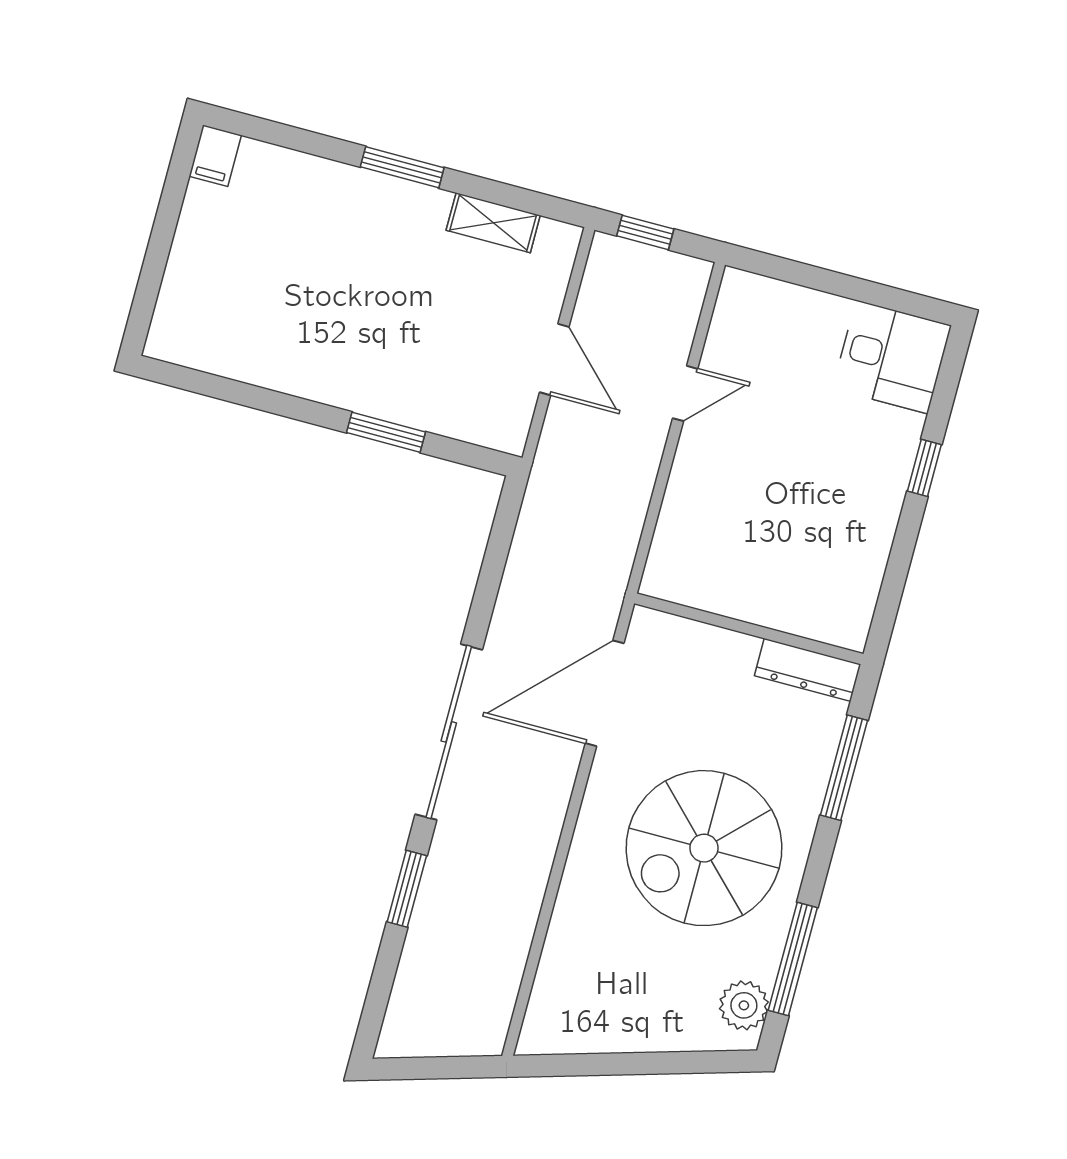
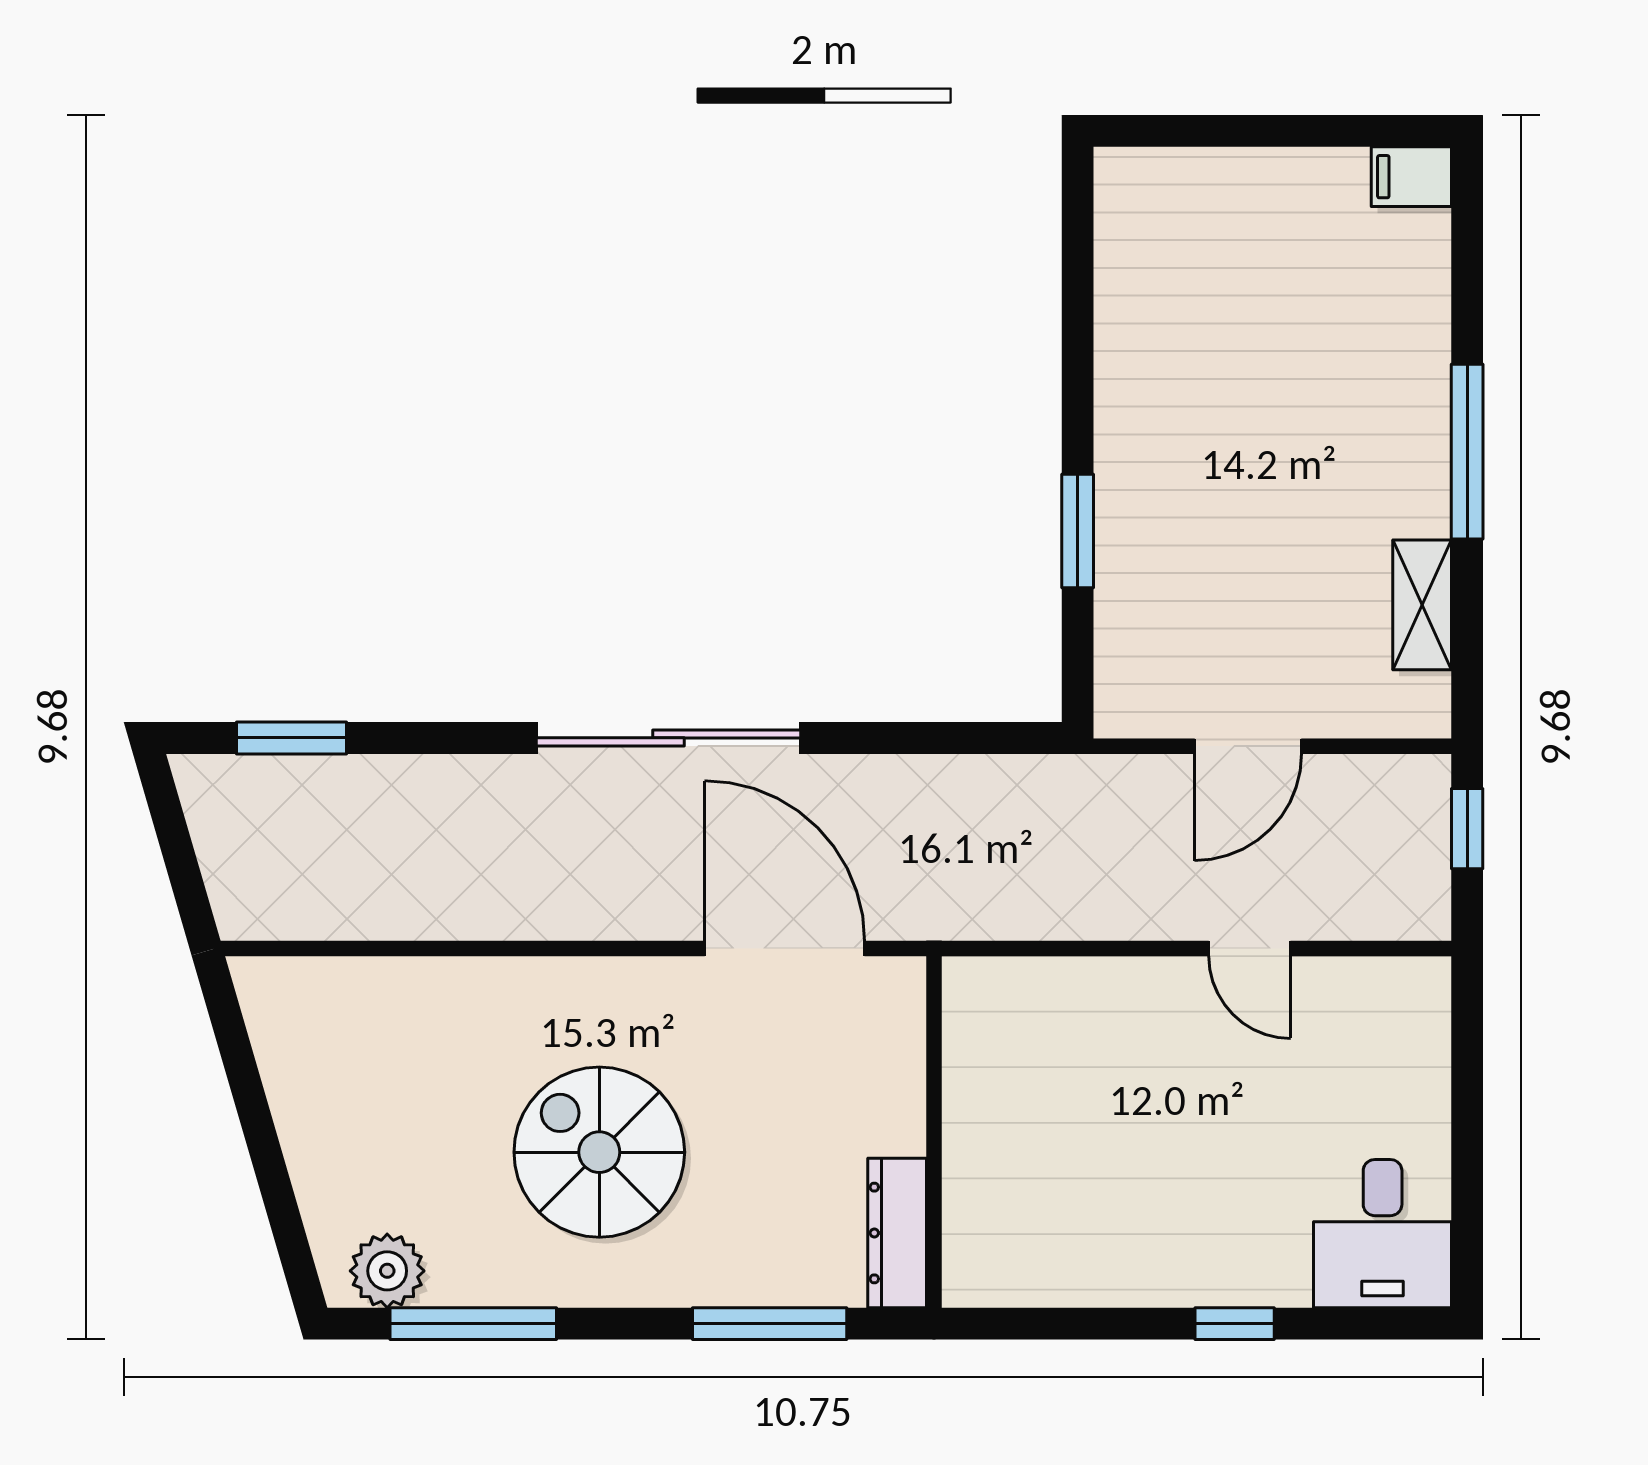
window: (402, 167) -> (1467, 452), width x1.44
spiral stairs: (704, 848) -> (599, 1152), width x0.73, depth x0.73
window: (407, 889) -> (291, 738), moved

